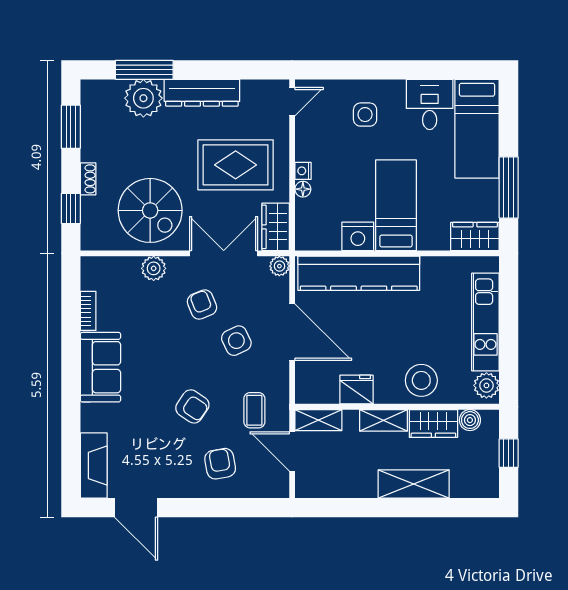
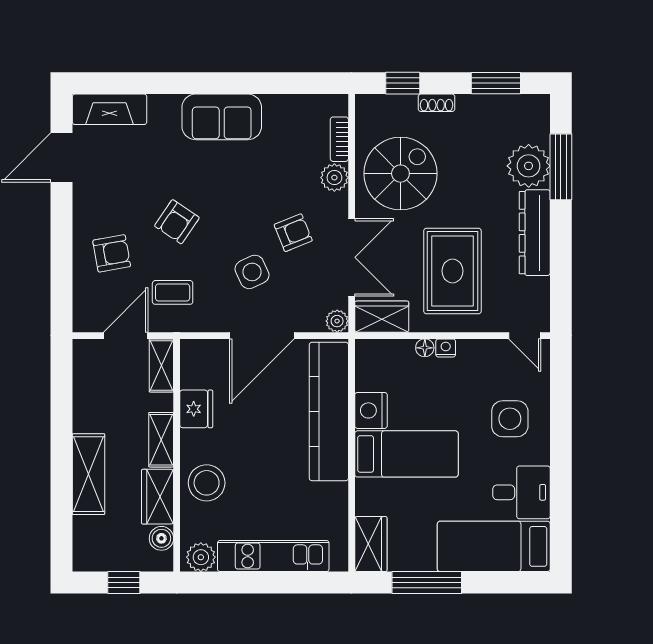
side table: (365, 115) -> (510, 419), width x1.37, depth x1.37
spiral stairs: (150, 210) -> (400, 174), turned 180
bookcase: (88, 311) -> (339, 139), moved, turned 90

